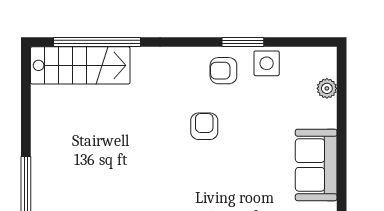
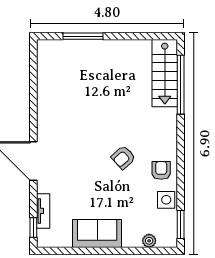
window: (243, 42) -> (181, 224), moved
armchair: (204, 126) -> (123, 157), turned 138

